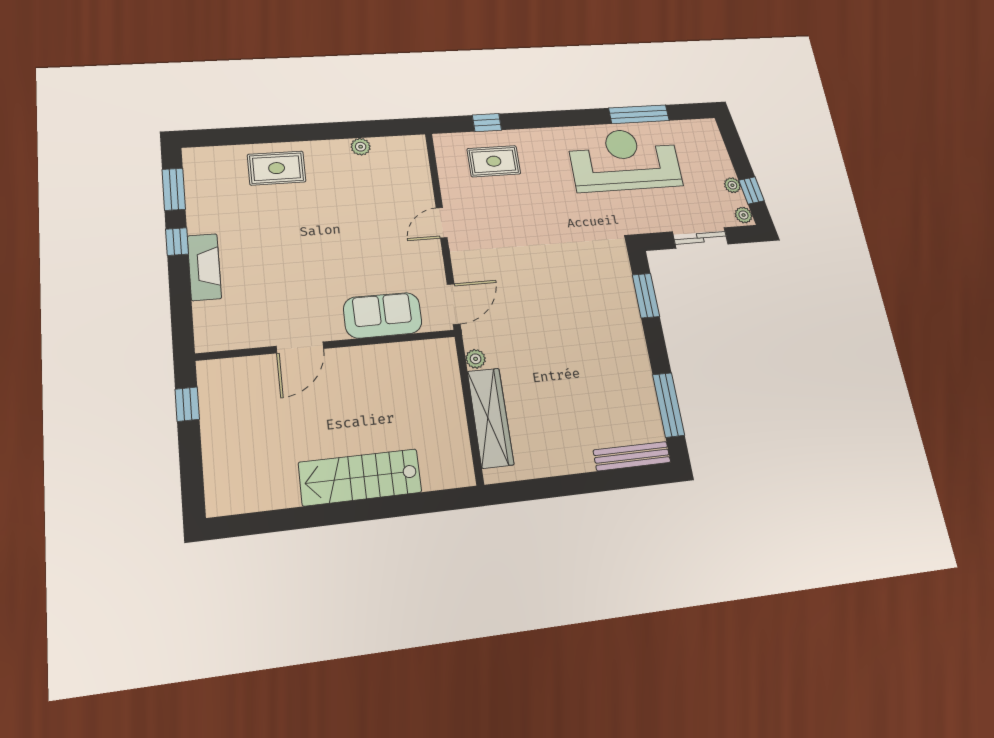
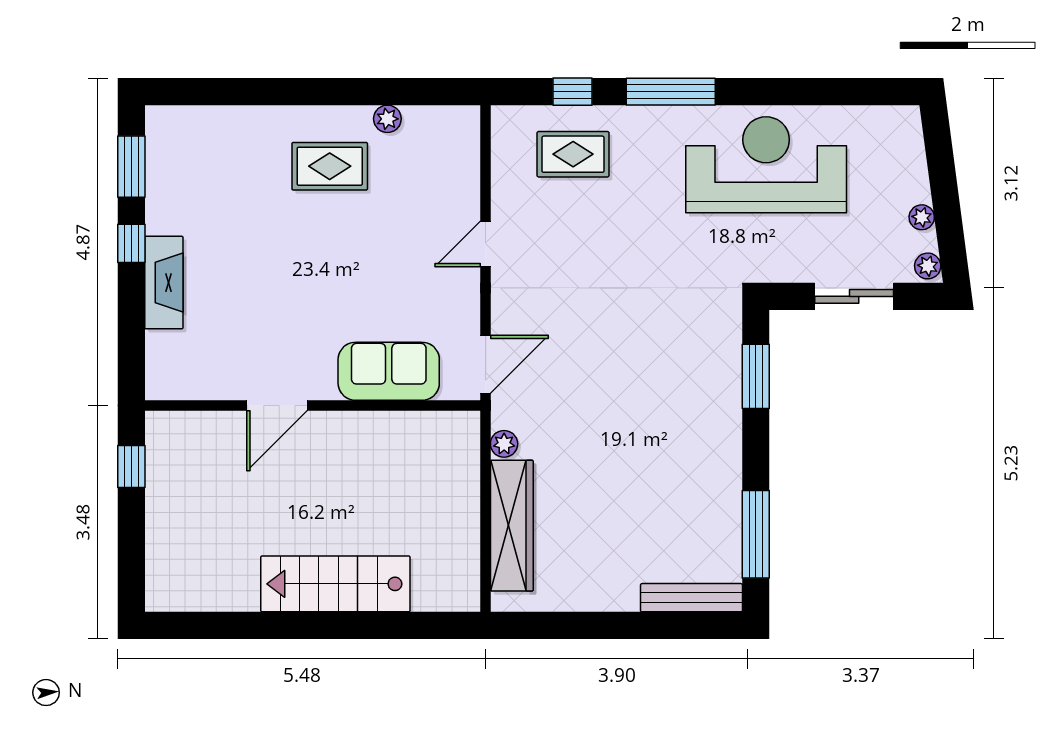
window: (639, 114) -> (671, 92), moved
rug: (277, 168) -> (330, 166), moved
window: (752, 190) -> (949, 228), removed

